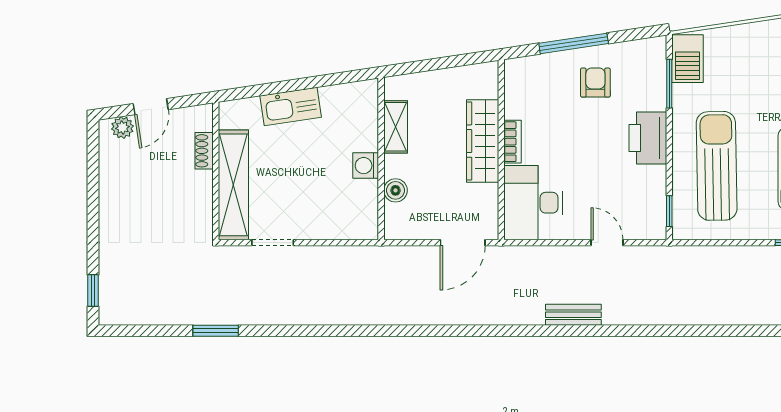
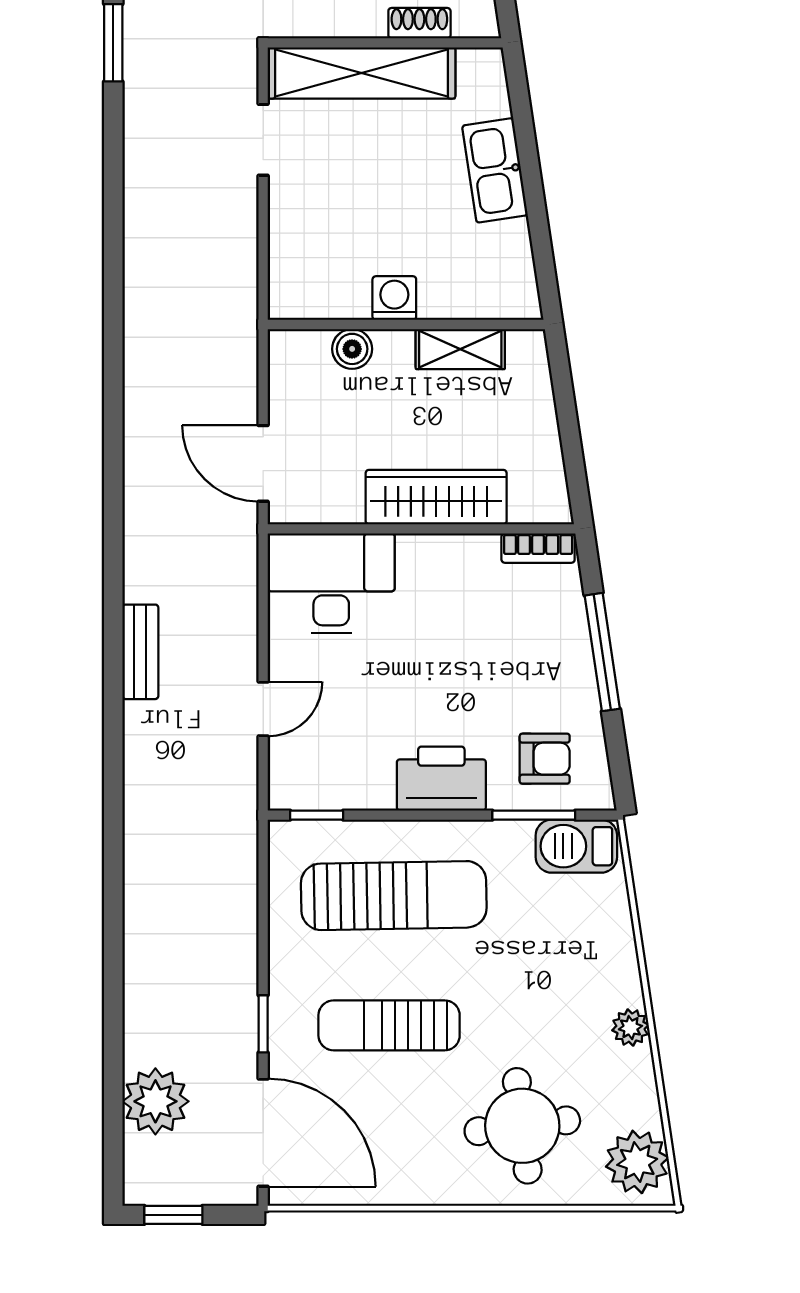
armchair: (595, 83) -> (545, 759), moved
bookcase: (512, 142) -> (538, 548), moved

